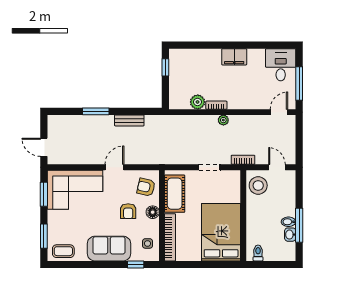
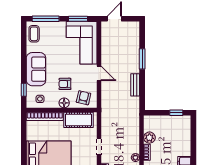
window: (44, 236) -> (46, 19), width x1.44

